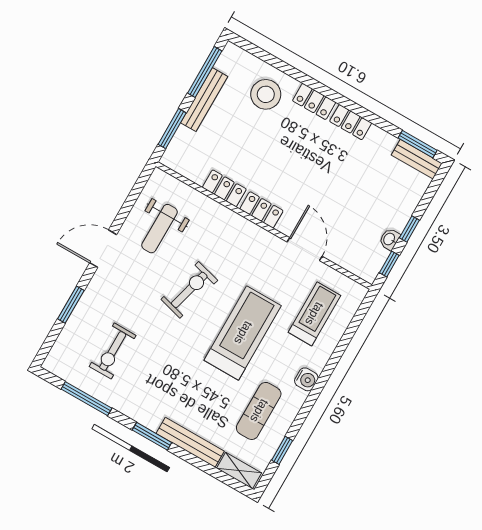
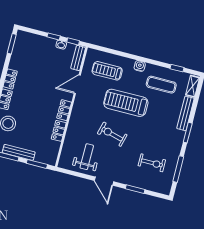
bench: (417, 159) -> (78, 58), moved
weight bench: (159, 229) -> (87, 157), turned -90

